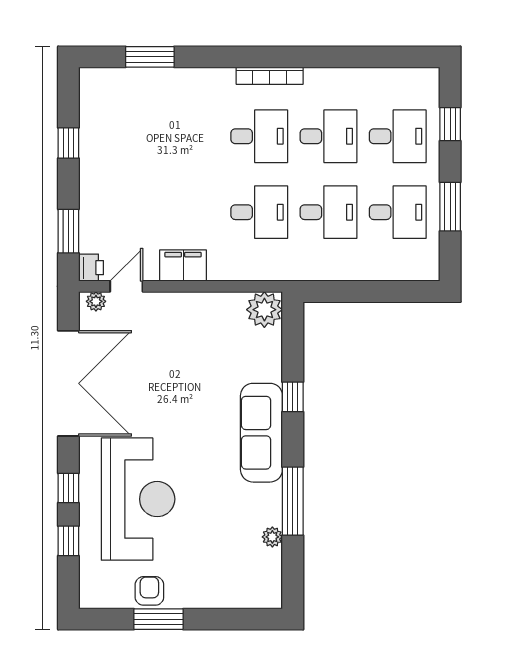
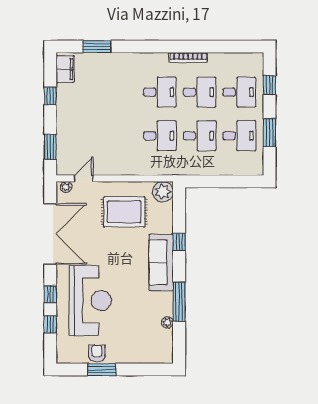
bookcase: (270, 76) -> (188, 57), moved
filing cabinet: (183, 266) -> (65, 69), moved, turned 90
printer: (91, 268) -> (63, 168), removed
rug: (197, 345) -> (124, 212), added

